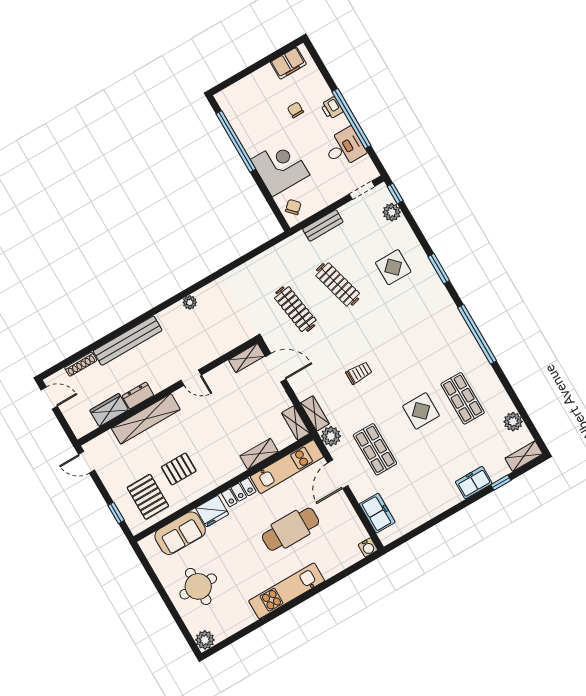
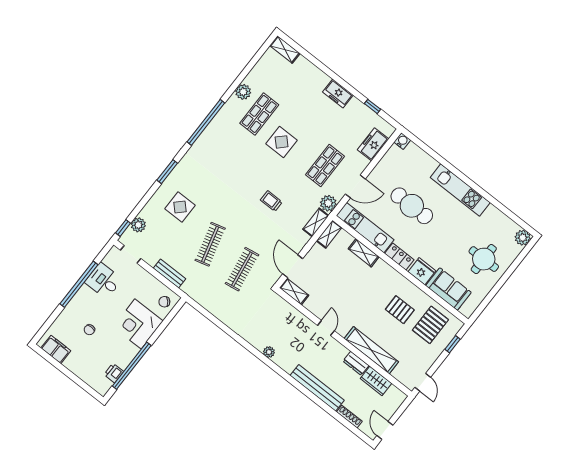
printer: (332, 108) -> (114, 373), moved, turned 180
plant: (513, 422) -> (243, 92), moved
freezer: (474, 483) -> (338, 94), moved
window: (501, 483) -> (372, 106), moved

